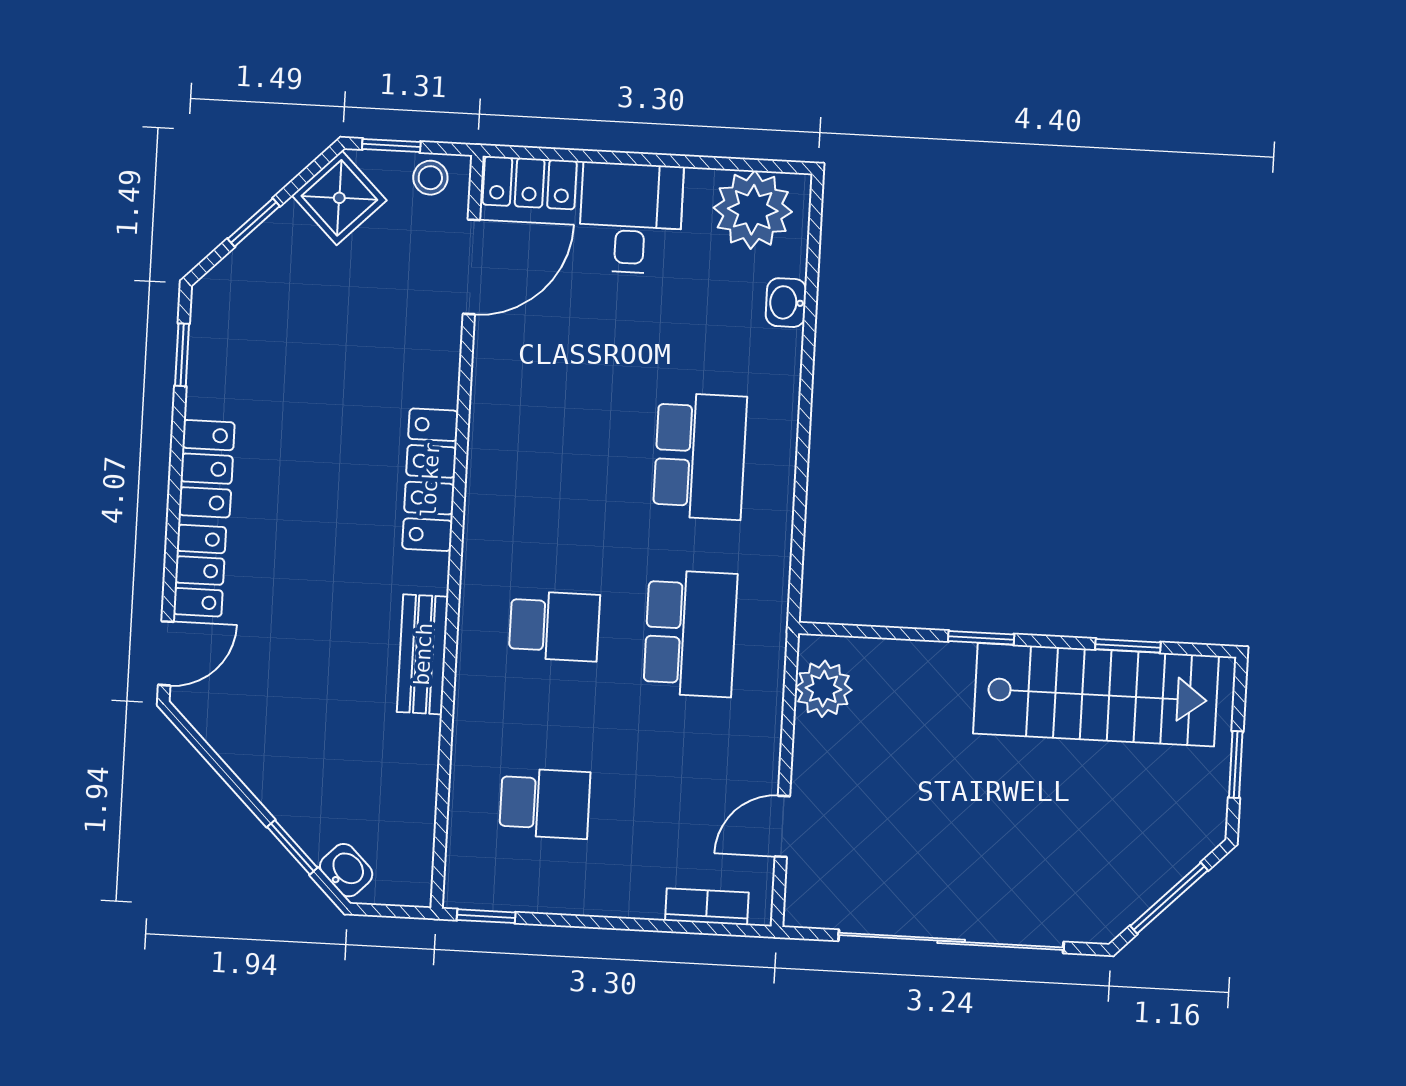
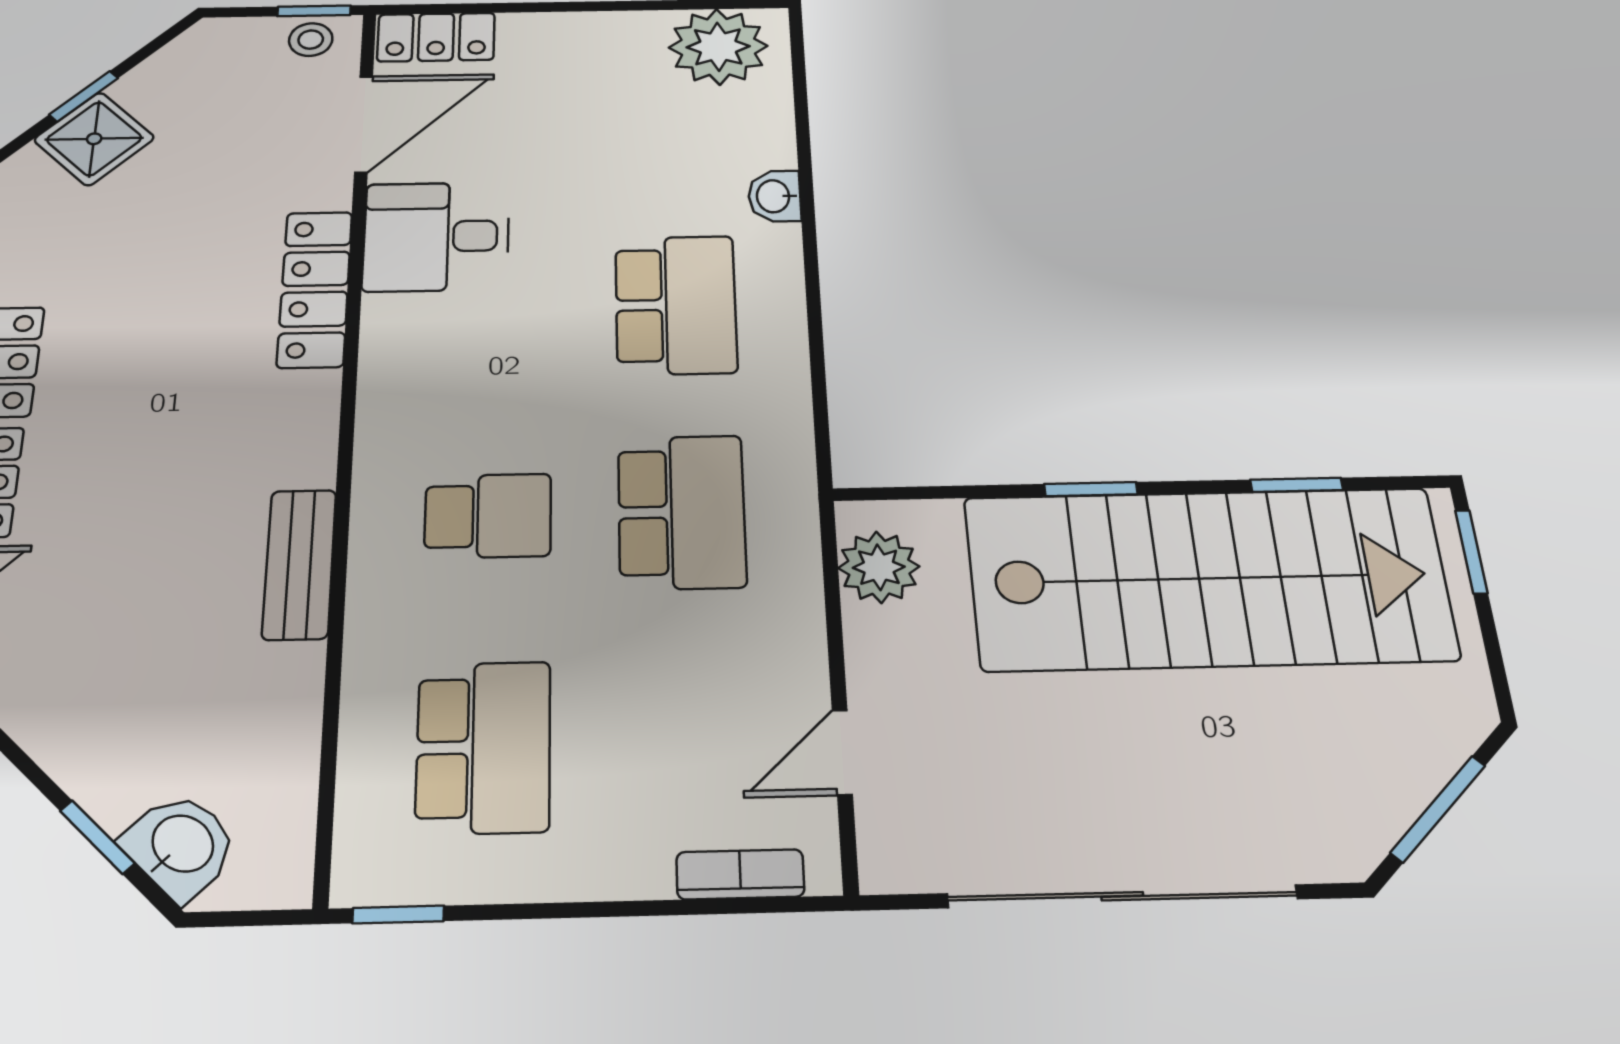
window: (391, 146) -> (314, 11), moved
shower: (339, 198) -> (94, 139), moved
desk: (631, 218) -> (436, 236), moved, turned -90
washbasin: (786, 303) -> (775, 196), moved
locker: (430, 480) -> (315, 289), moved
stairs: (1096, 695) -> (1208, 578), width x1.36, depth x1.51
window: (1236, 765) -> (1471, 552), moved
school desk: (545, 803) -> (483, 747), width x1.85
washbasin: (346, 870) -> (181, 845), width x1.38, depth x1.45

